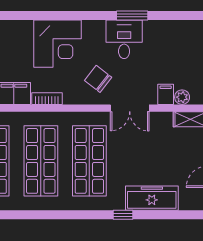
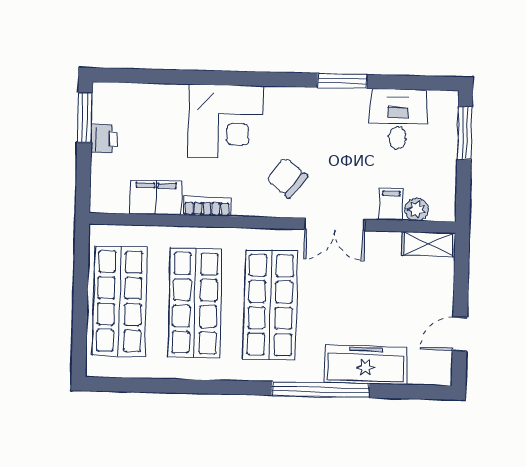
desk: (124, 39) -> (398, 119), moved
window: (123, 215) -> (320, 390), width x3.17

